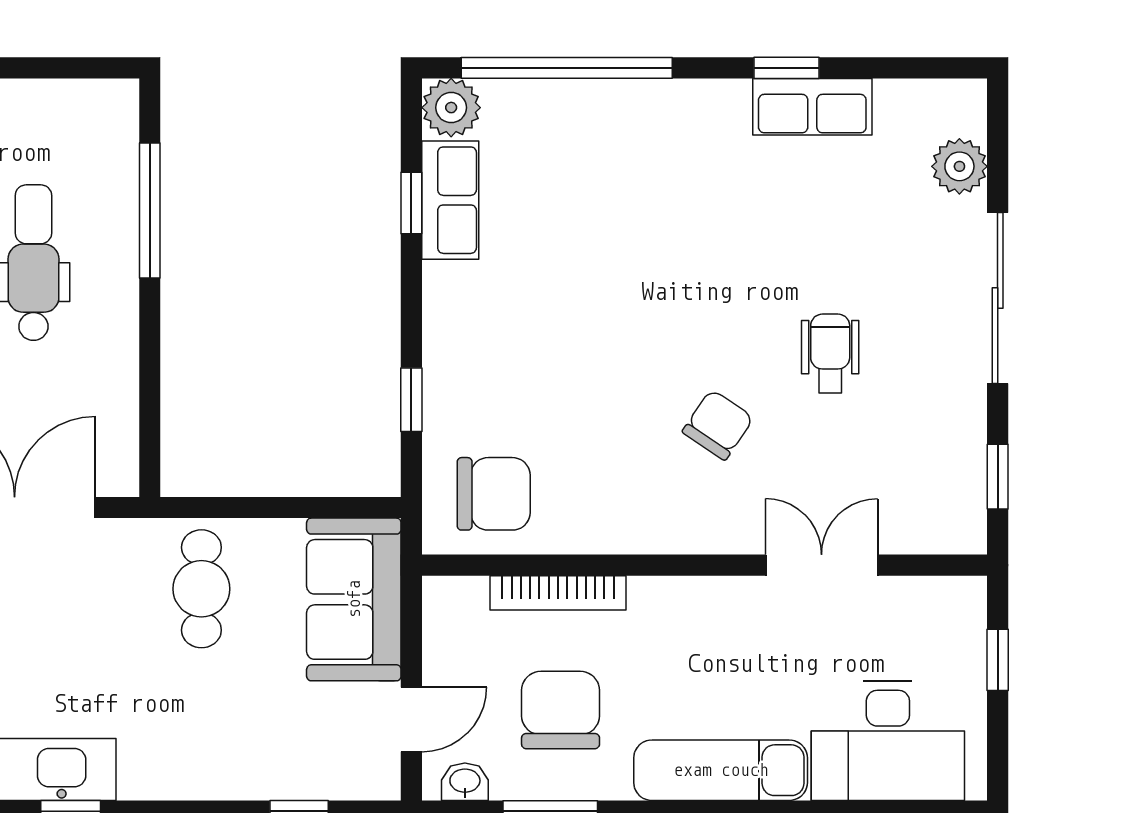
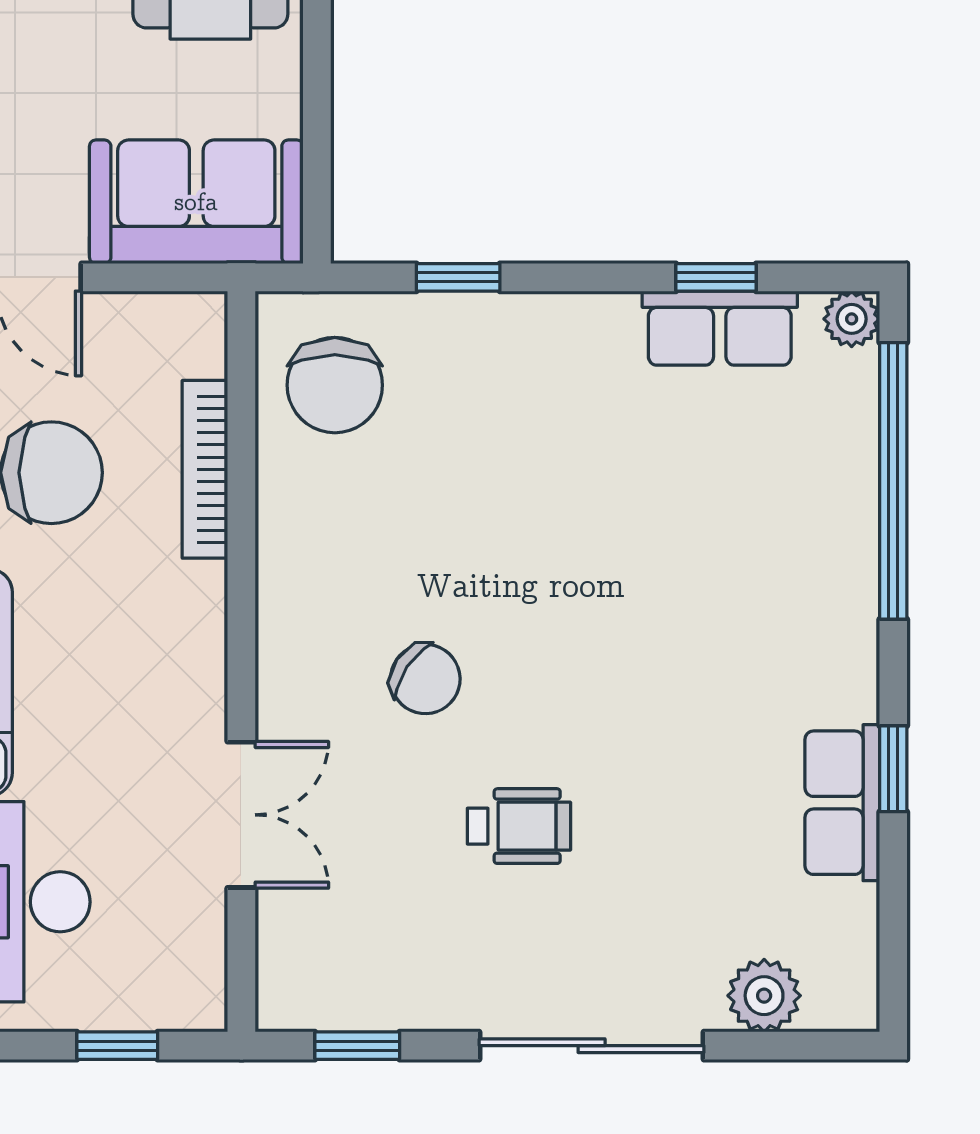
plant: (451, 108) -> (852, 319), width x0.73, depth x0.73

